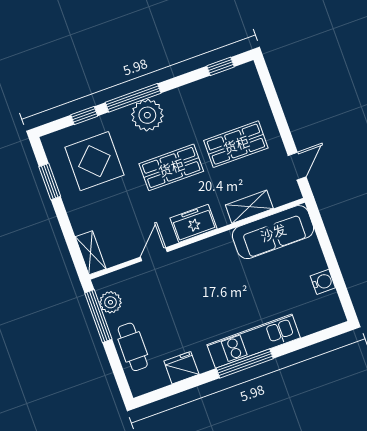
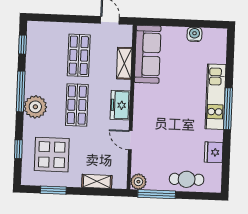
window: (133, 98) -> (21, 91), moved
shelving: (91, 253) -> (97, 181), moved
plant: (110, 302) -> (138, 182), moved

